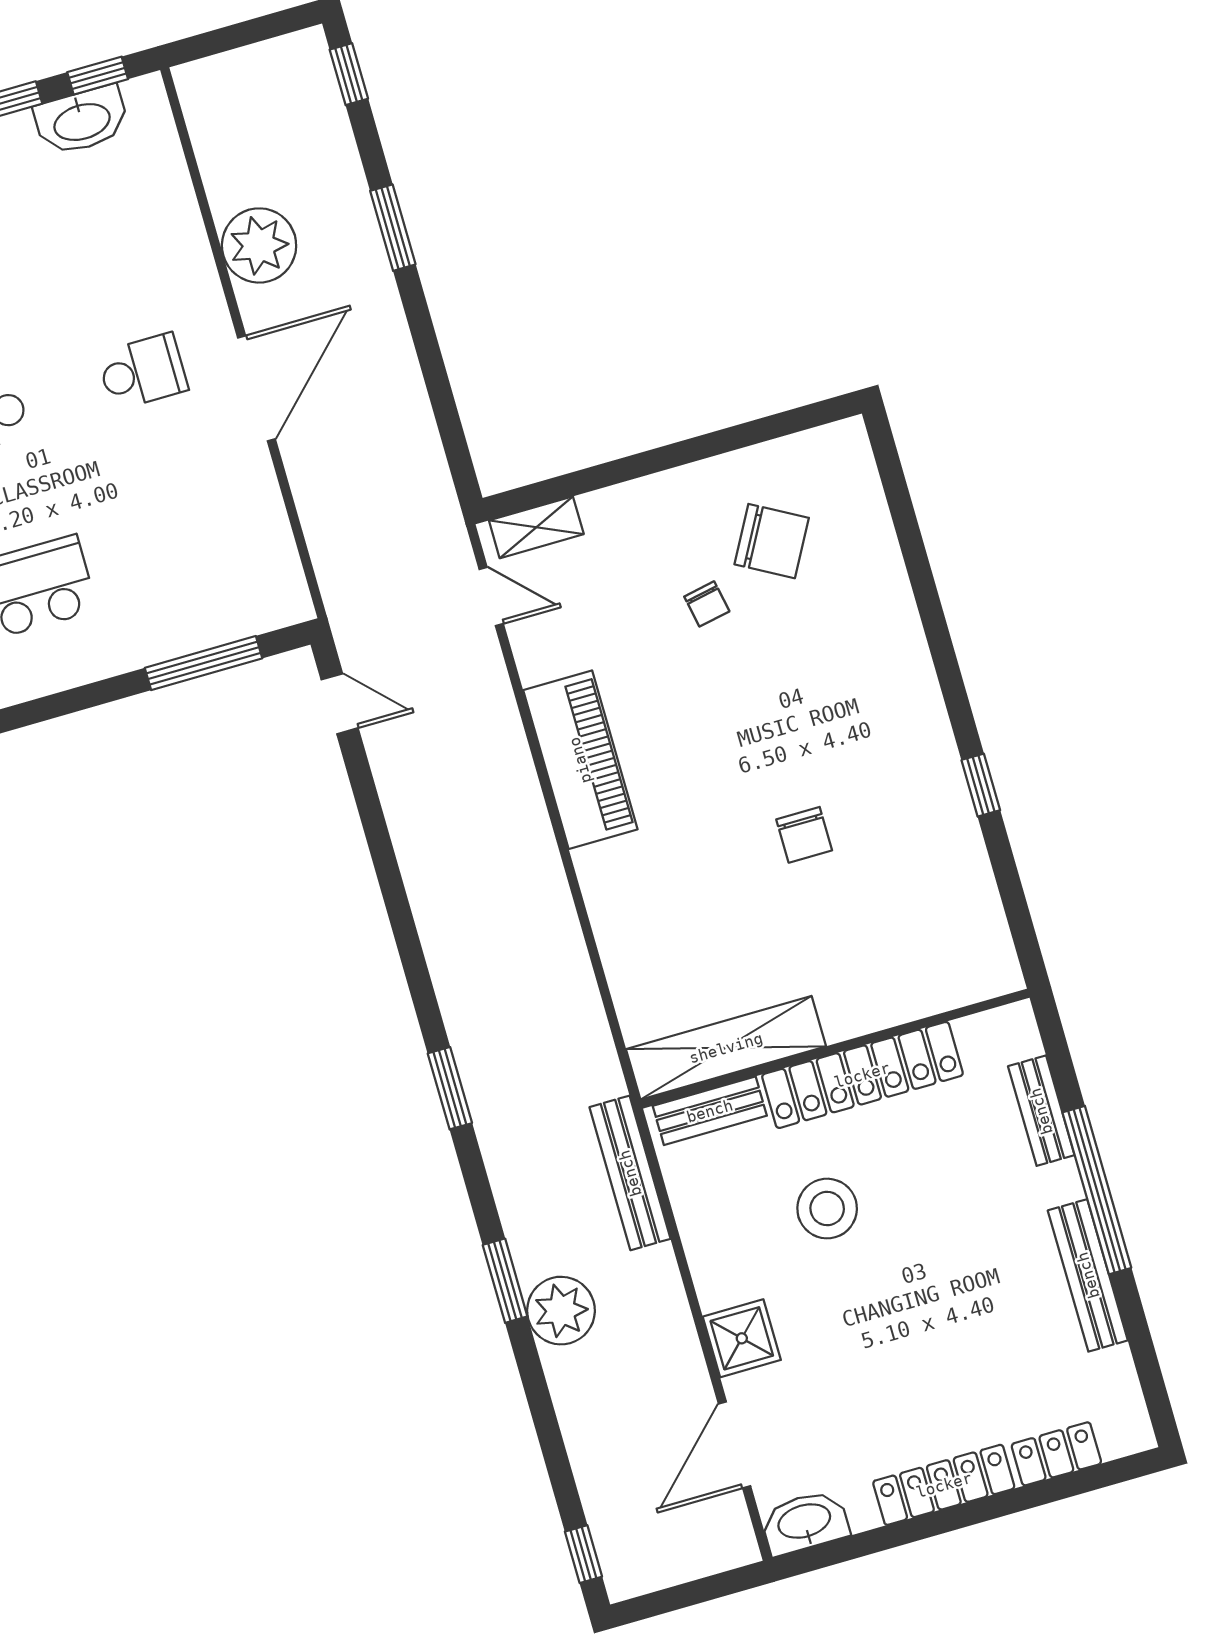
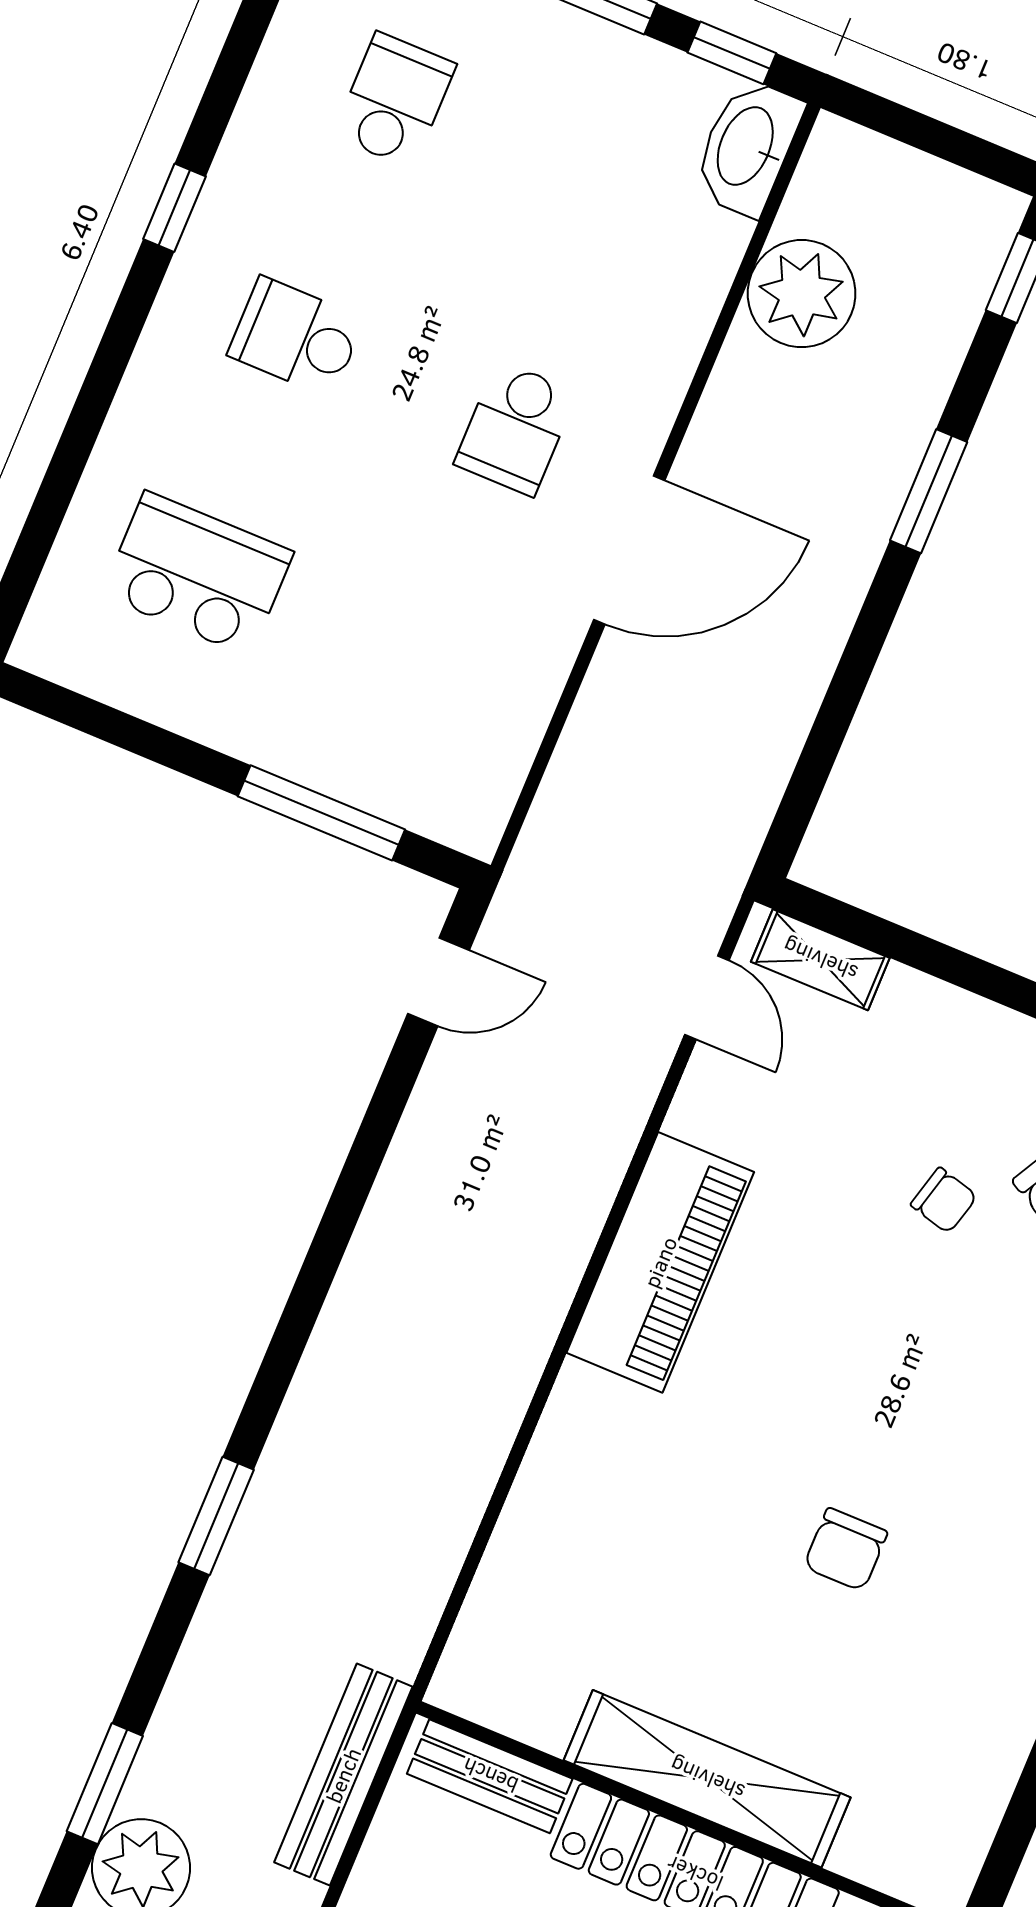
washbasin: (82, 121) -> (747, 147), moved, turned 90
plant: (259, 245) -> (802, 294), moved
school desk: (143, 372) -> (515, 428), turned 90
chair: (707, 604) -> (944, 1200), turned -64
door: (340, 704) -> (439, 982), hinge flipped
shelving: (726, 1048) -> (707, 1779), moved

